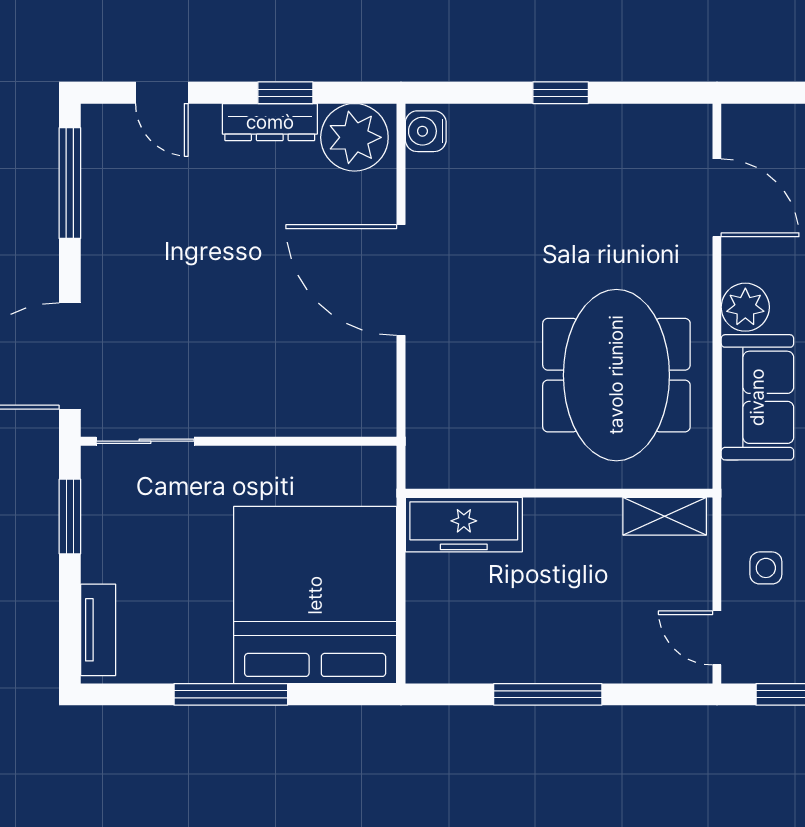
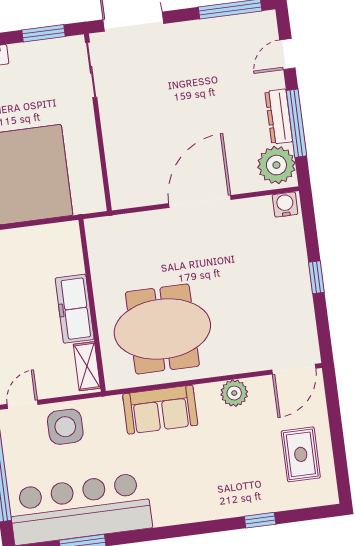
window: (285, 93) -> (296, 123), width x2.17
door: (717, 198) -> (294, 369), moved
plant: (745, 307) -> (234, 393), moved
freezer: (464, 525) -> (75, 309), moved
side table: (766, 568) -> (65, 427), width x1.87, depth x1.87

